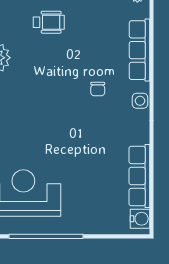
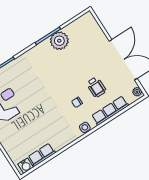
wheelchair: (49, 22) -> (96, 87), moved
row of seats: (139, 176) -> (42, 155), width x0.68

